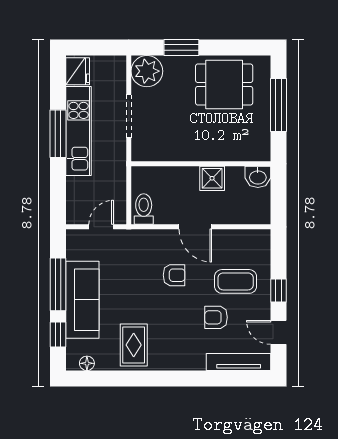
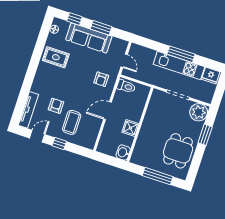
armchair: (174, 275) -> (101, 79), moved
window: (58, 284) -> (101, 28), width x0.69

